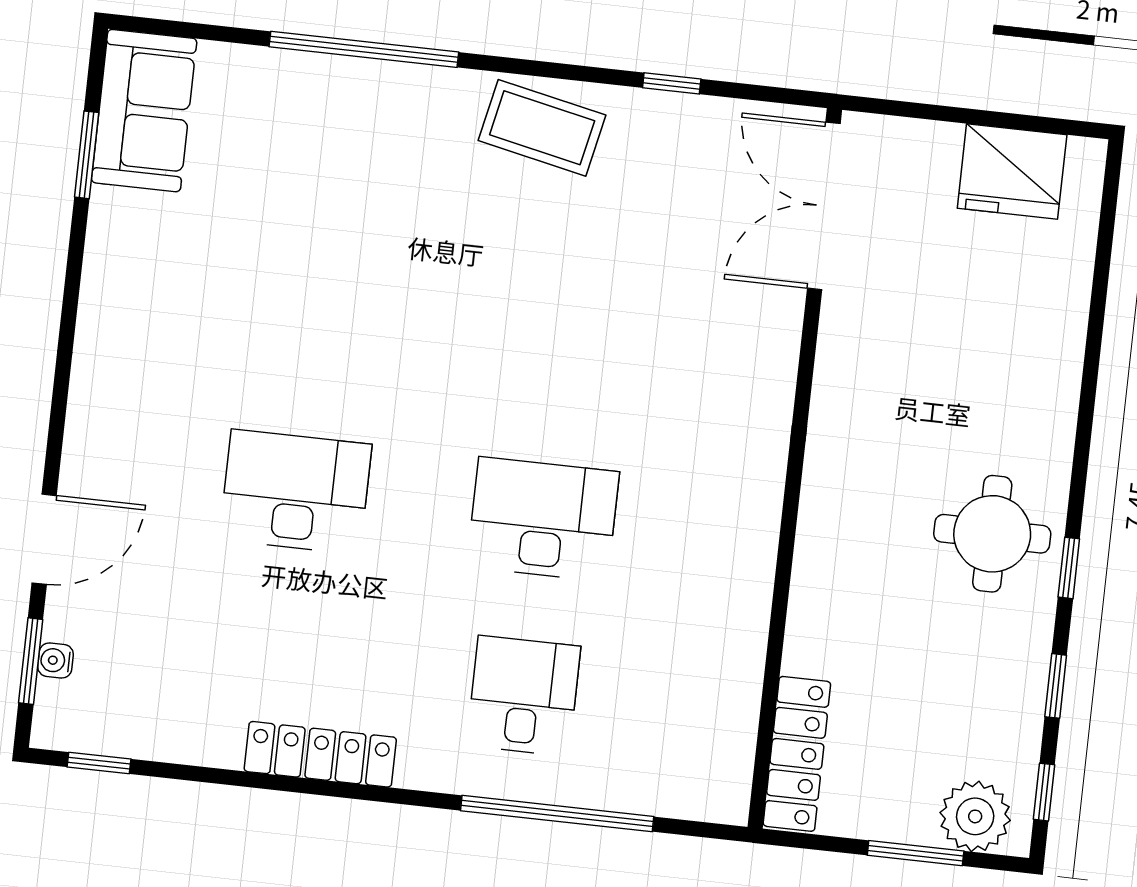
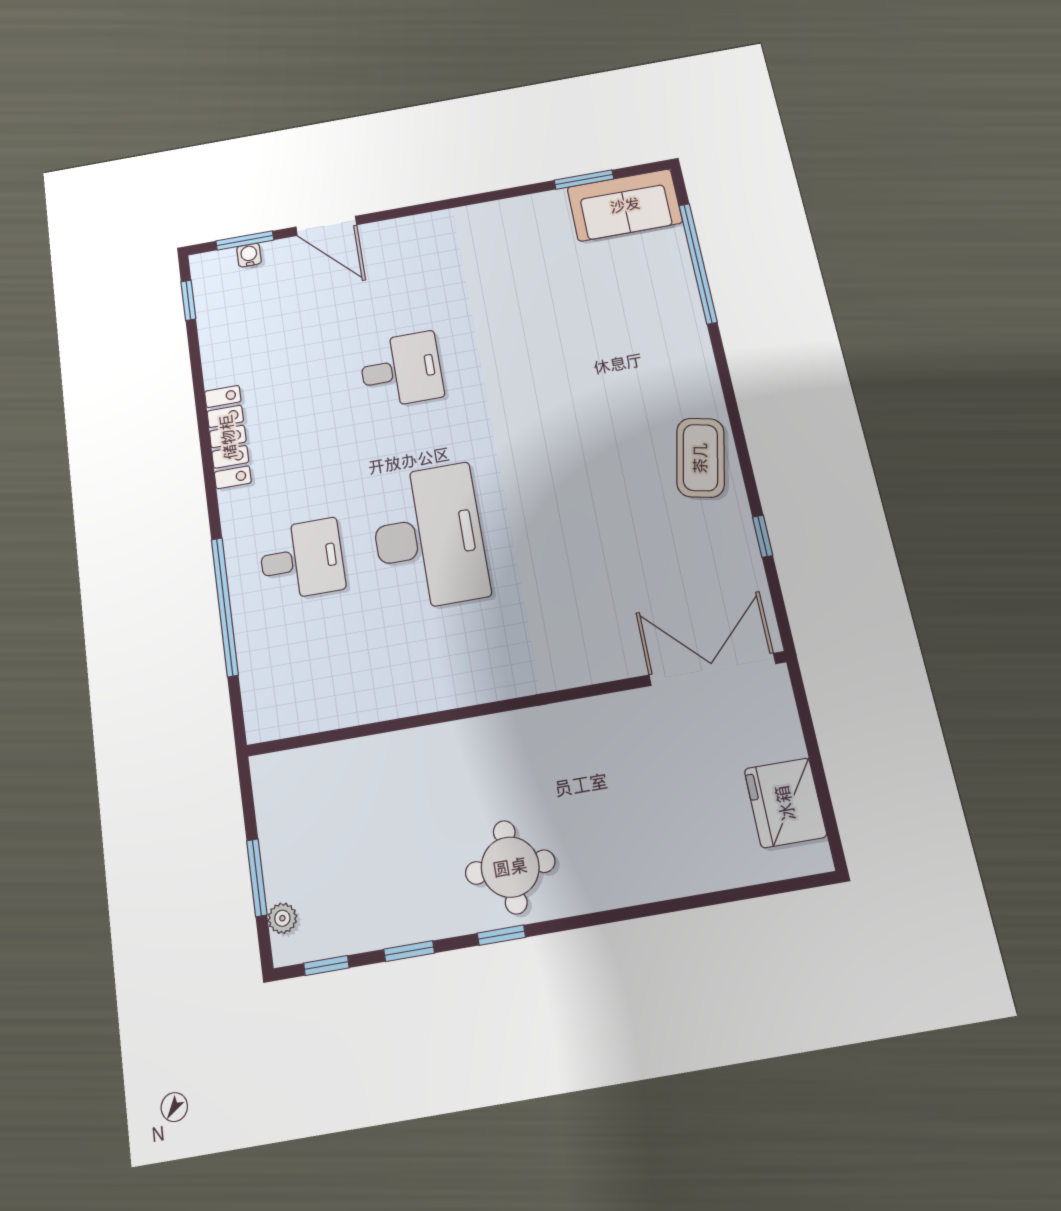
window: (364, 49) -> (698, 263), moved
desk: (296, 492) -> (401, 370), width x0.73
desk: (543, 519) -> (429, 537), width x1.36, depth x1.30
locker: (797, 754) -> (309, 766), removed
plant: (975, 816) -> (282, 918), width x0.53, depth x0.53

